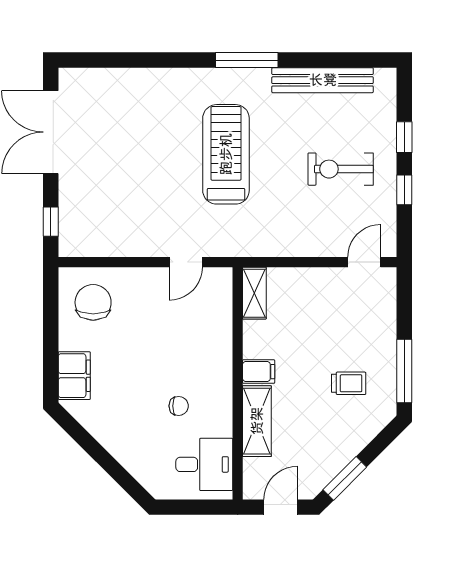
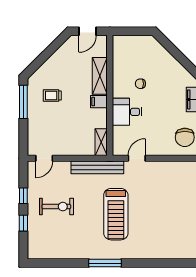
bench: (323, 80) -> (97, 167), moved
desk: (204, 464) -> (127, 112), moved
window: (345, 478) -> (54, 46), removed

